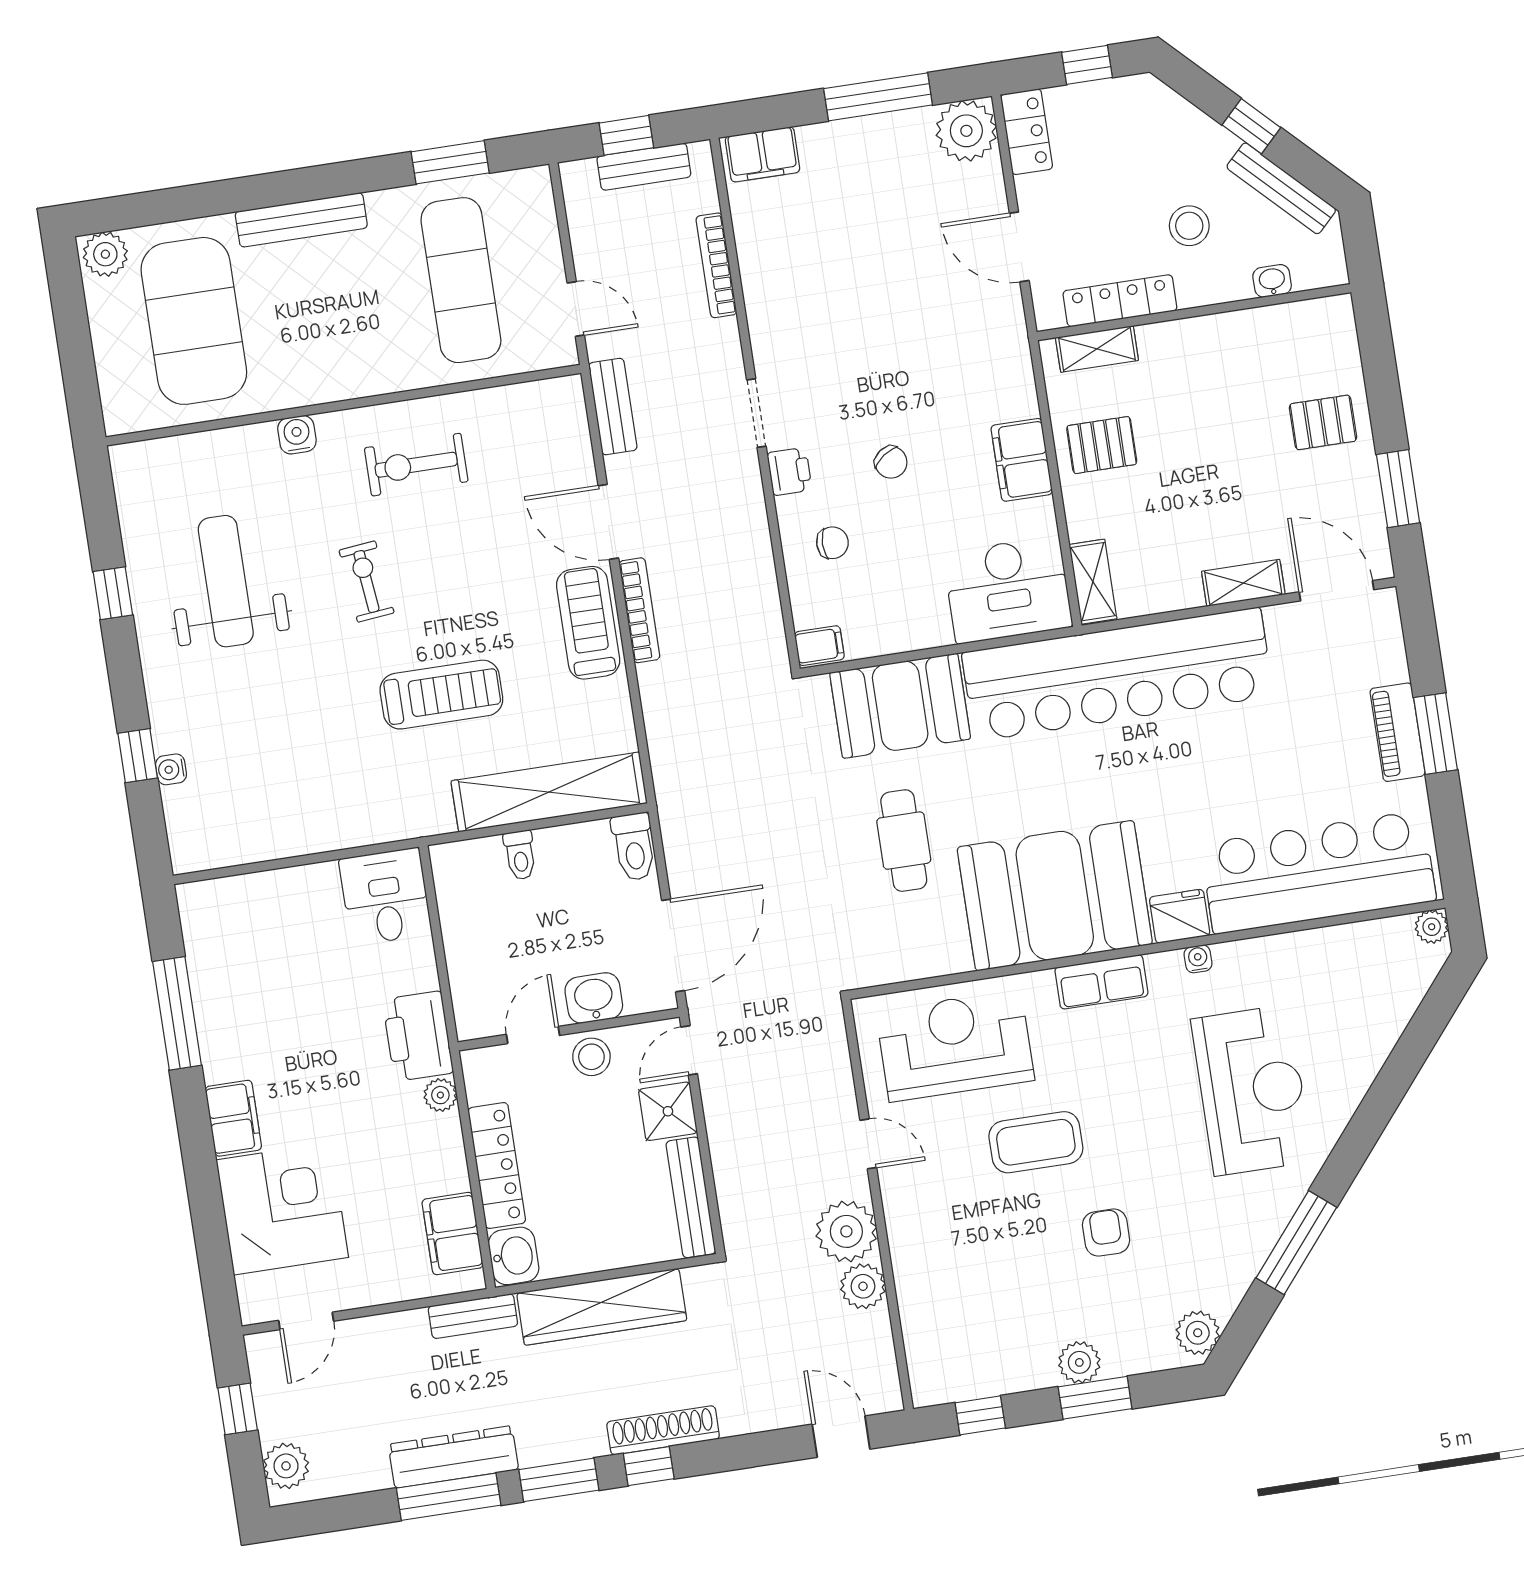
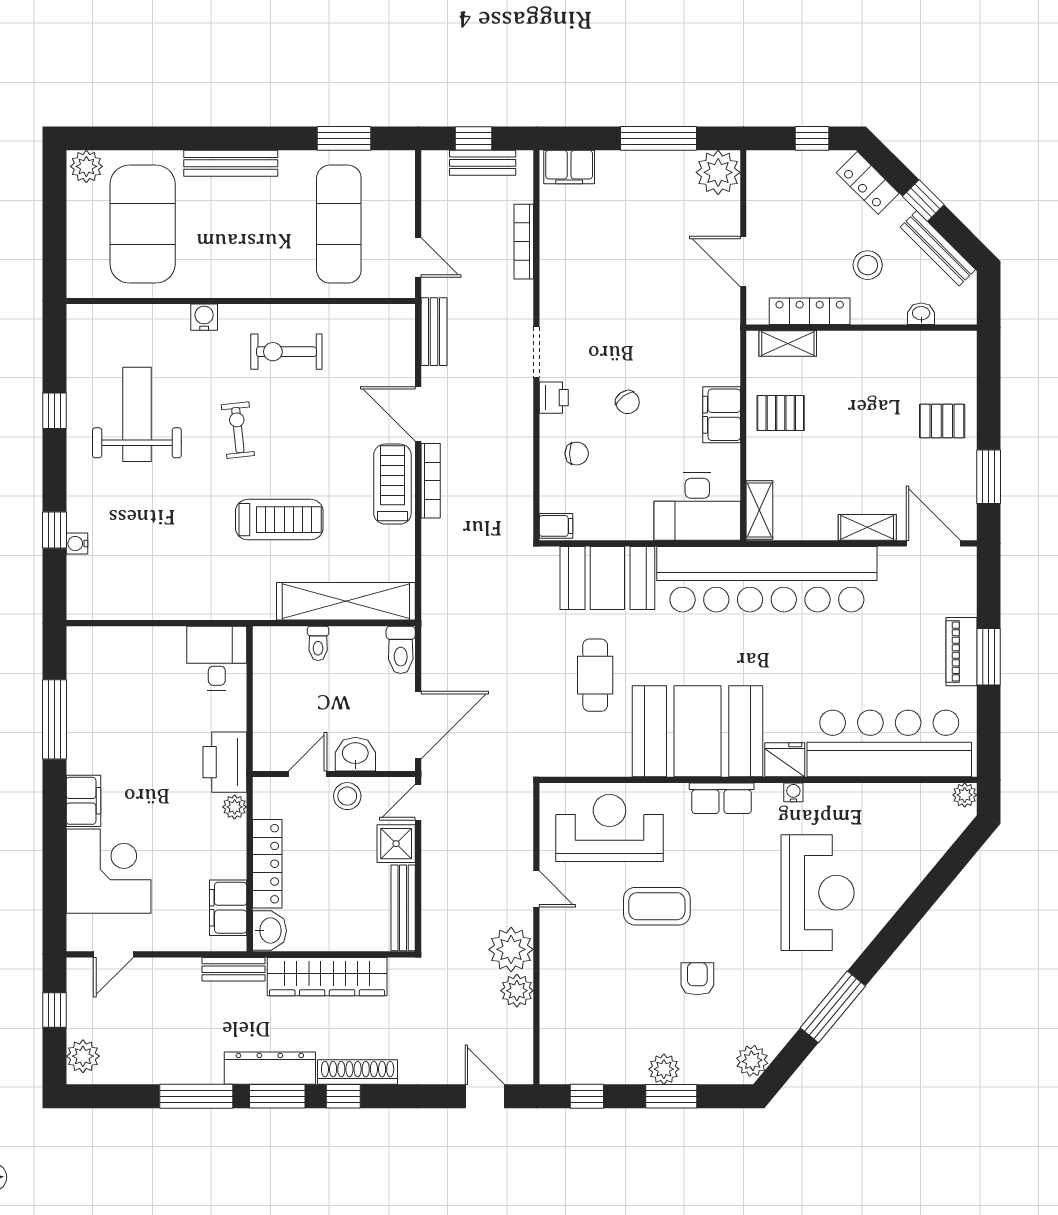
locker: (1027, 132) -> (868, 183), moved, turned 135
dresser: (453, 1457) -> (270, 1068), moved

